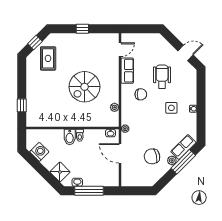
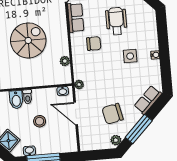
spiral stairs: (85, 87) -> (28, 40), turned 180
stool: (88, 157) -> (40, 121), added
plant: (172, 160) -> (116, 140), moved
window: (183, 162) -> (139, 129), moved

